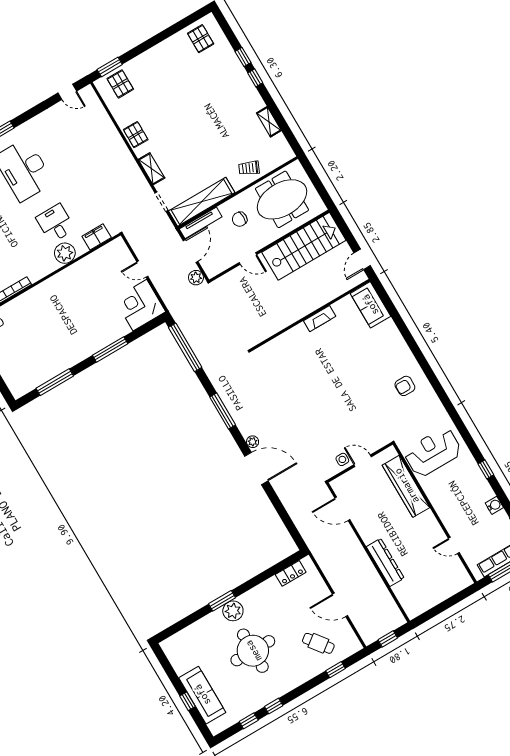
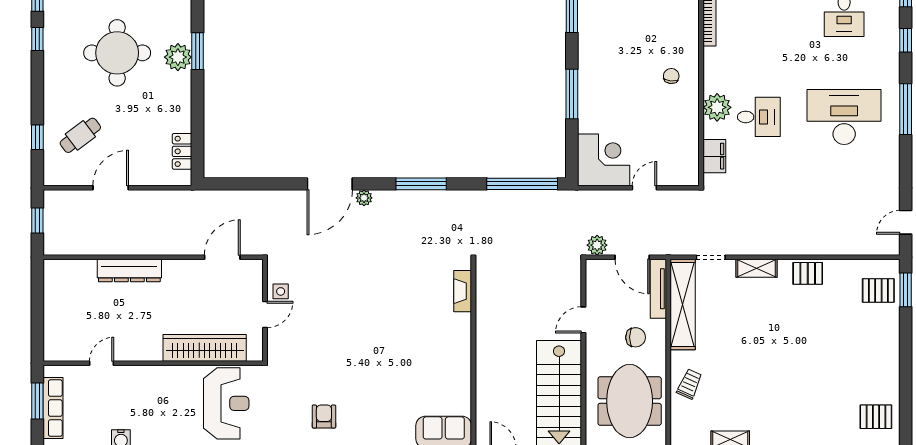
chair: (240, 219) -> (636, 337), turned 90
chair: (62, 294) -> (671, 76), added
fireplace: (320, 319) -> (463, 291), moved

